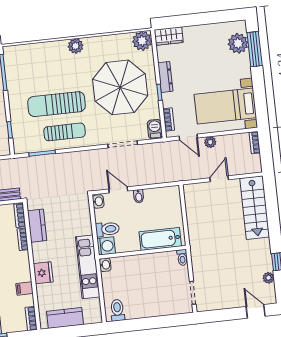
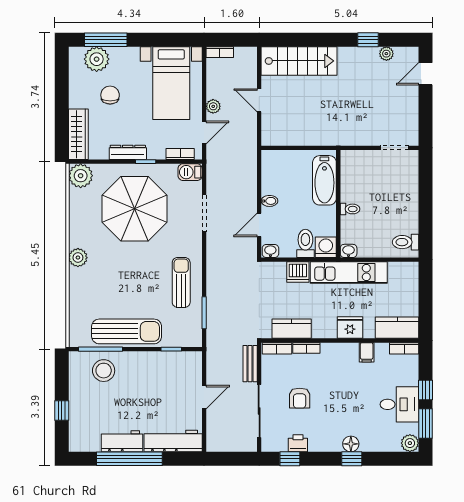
wardrobe: (169, 36) -> (78, 134), width x1.50
chair: (210, 57) -> (110, 95), added
sun lounger: (57, 104) -> (127, 331), moved, turned -90
dishwasher: (83, 226) -> (298, 272), added
toilet: (182, 257) -> (350, 209), moved
kitchen counter: (65, 318) -> (397, 328), moved, turned 90

